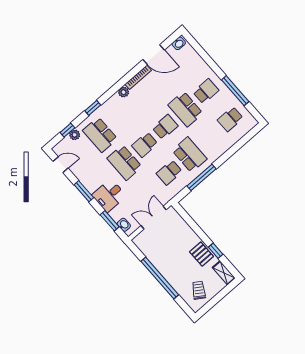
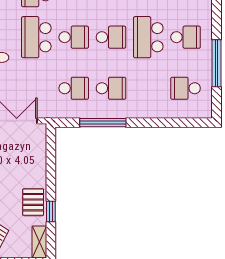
school desk: (145, 145) -> (74, 37), turned 180
school desk: (190, 155) -> (111, 88), width x0.54
school desk: (169, 173) -> (74, 88), turned 180

